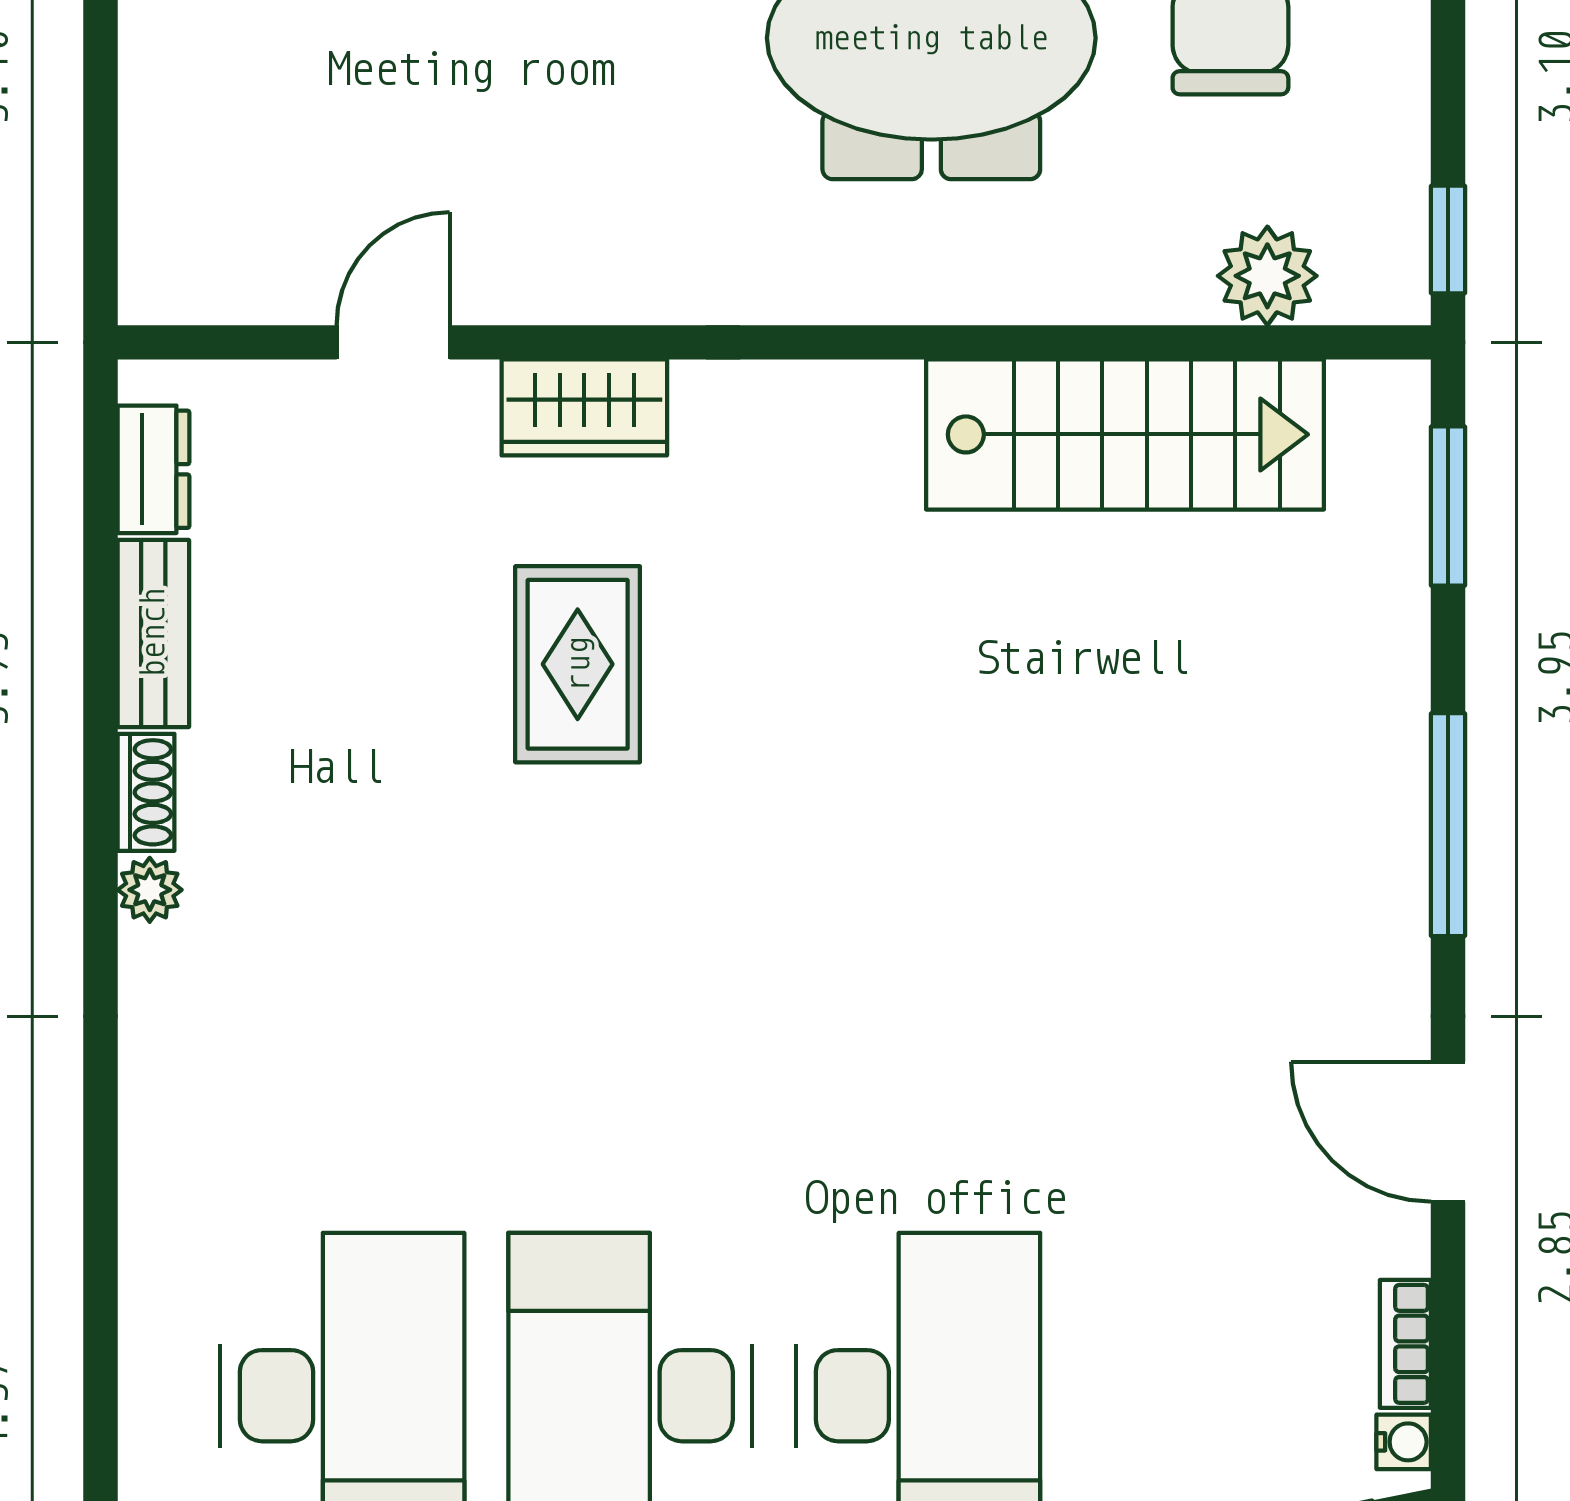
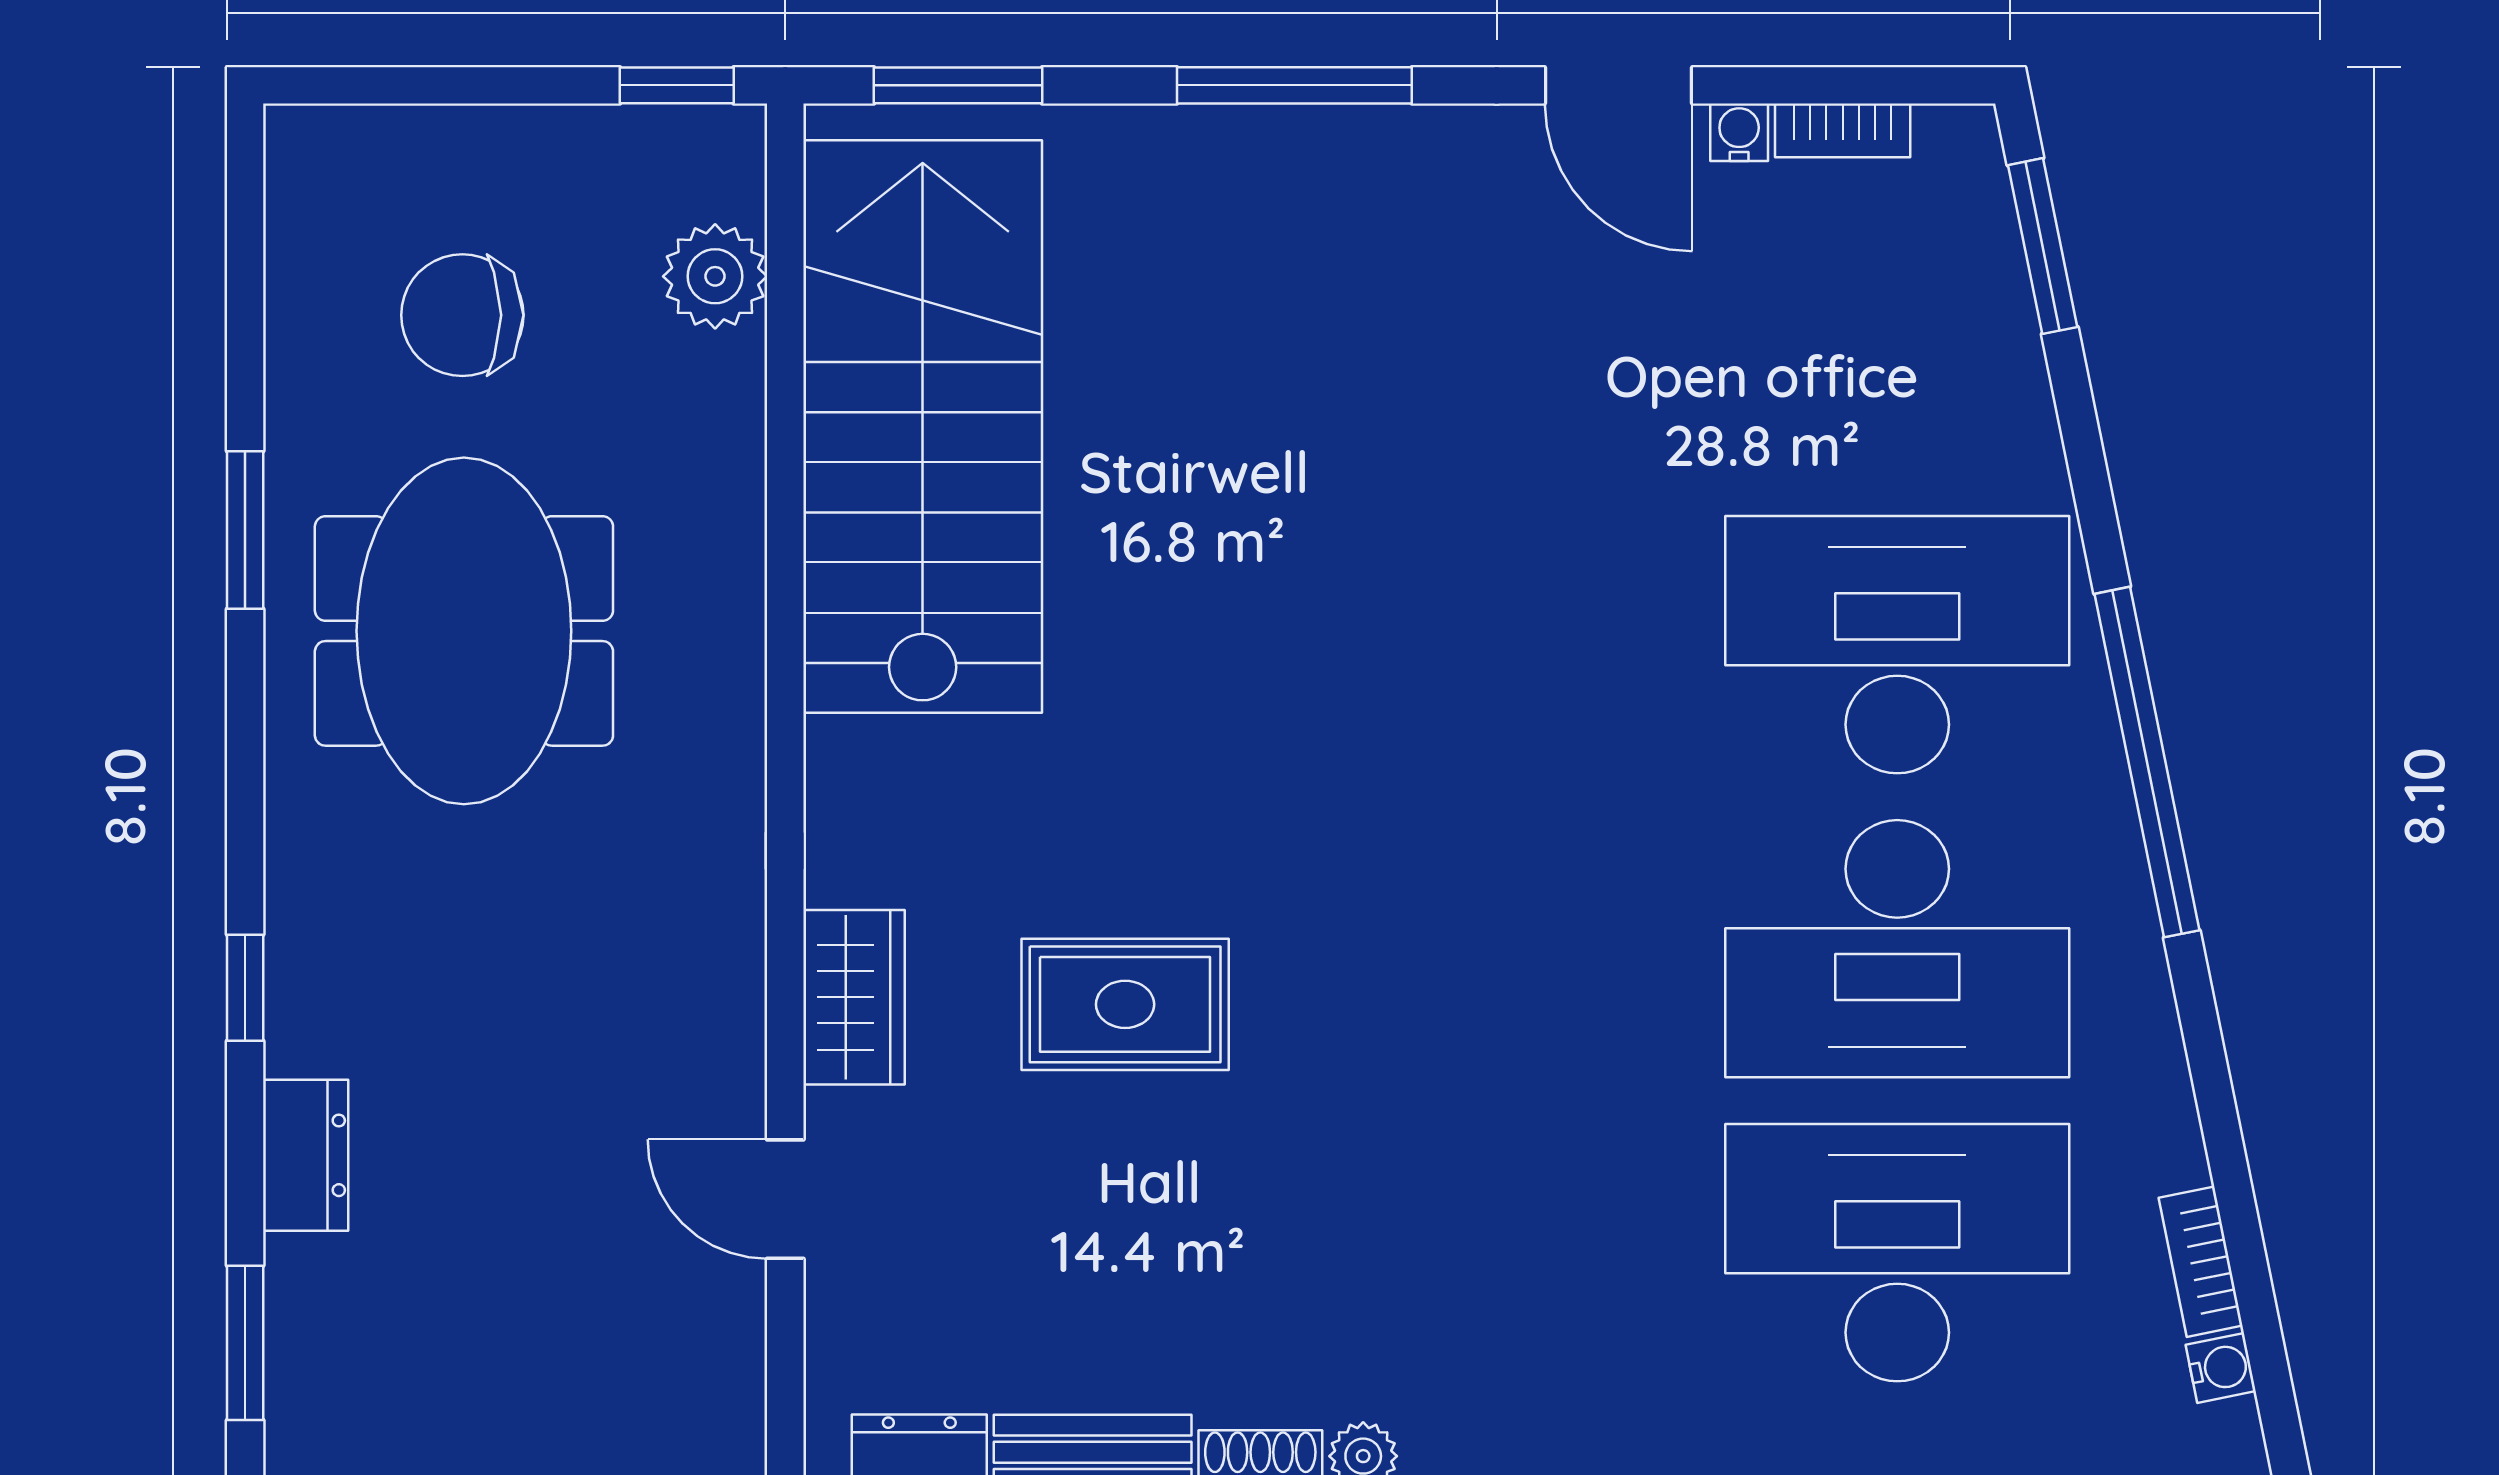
stairs: (1125, 434) -> (923, 426), width x1.36, depth x1.51
door: (1448, 1132) -> (1619, 85), hinge flipped
water cooler: (1404, 1442) -> (1739, 132), moved

